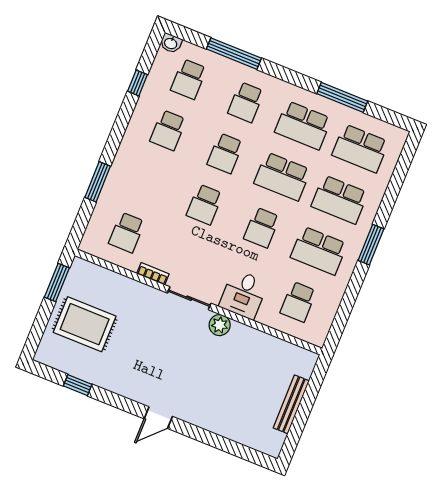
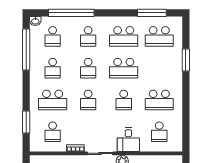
window: (234, 54) -> (71, 13), width x1.46
window: (138, 83) -> (26, 49), width x3.17
window: (342, 97) -> (152, 13), moved
window: (98, 182) -> (26, 122), moved
school desk: (340, 200) -> (53, 100), moved
window: (371, 245) -> (186, 60), moved

